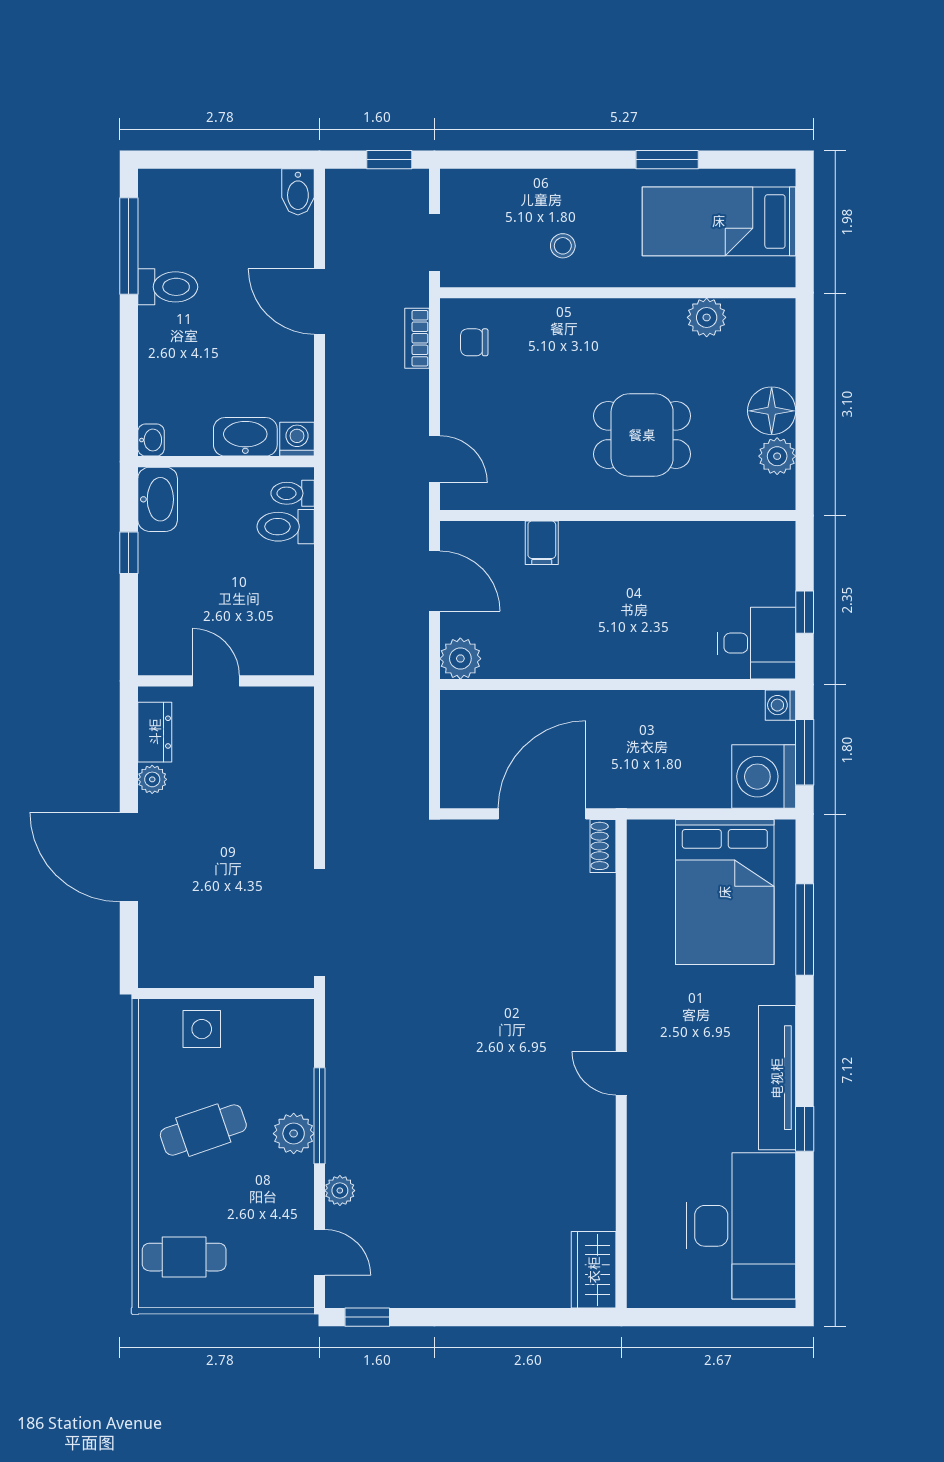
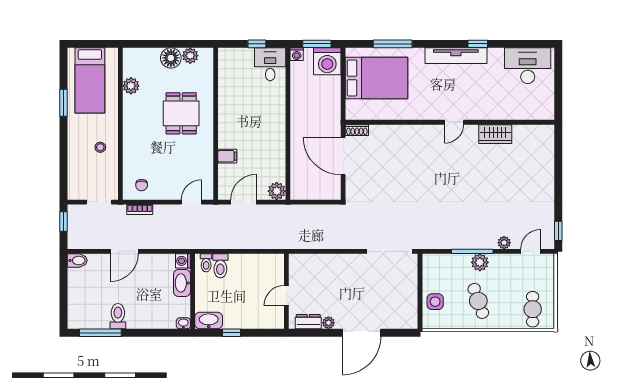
desk: (741, 1226) -> (528, 66), width x0.73, depth x0.77
wardrobe: (594, 1270) -> (495, 134), moved

